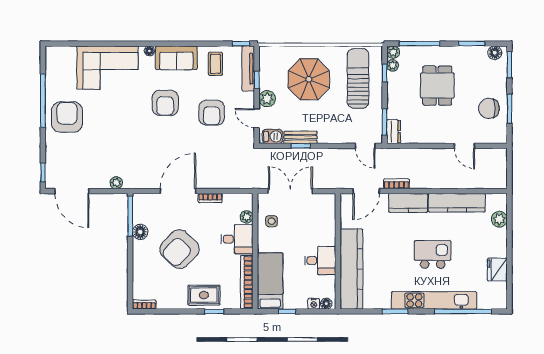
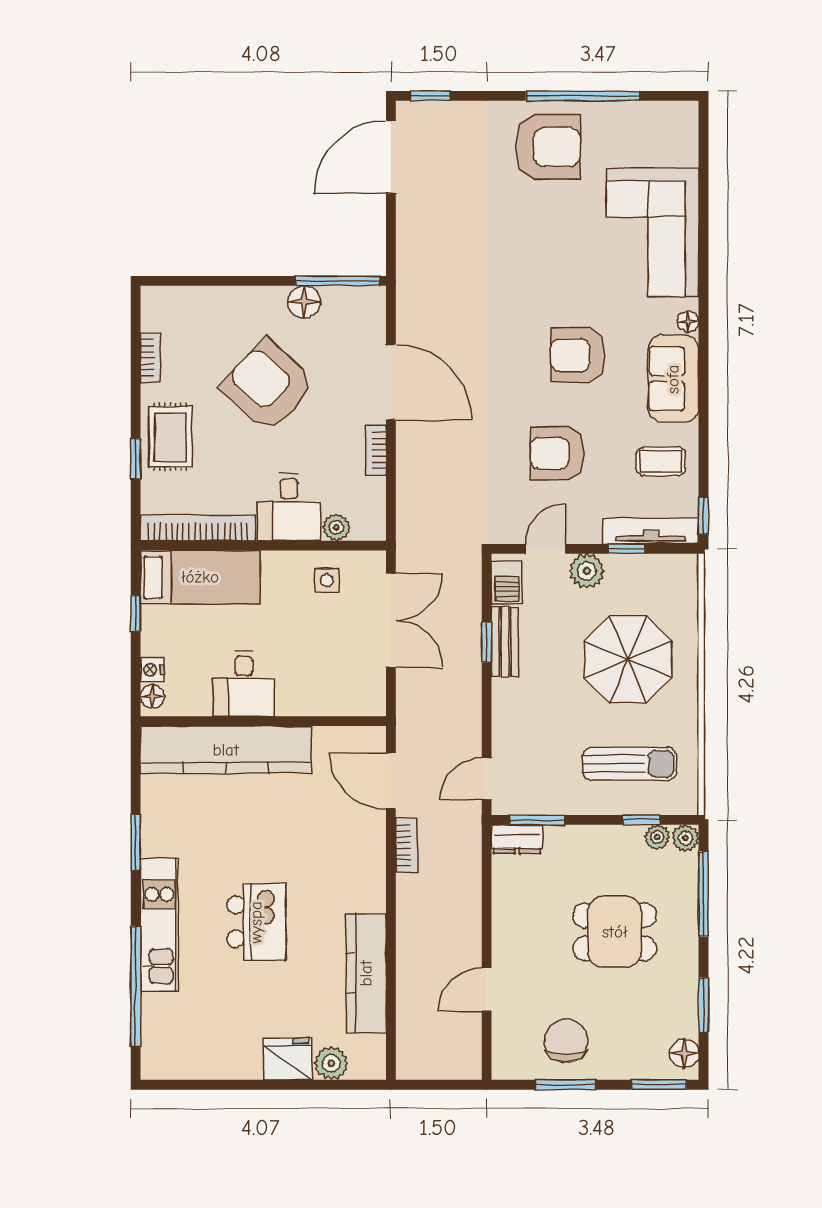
sun lounger: (358, 78) -> (630, 764), width x0.73, depth x0.75
plant: (116, 183) -> (409, 251), removed
kitchen counter: (408, 203) -> (366, 870), removed
fridge: (497, 270) -> (288, 1059), moved
kitchen unit: (434, 300) -> (159, 925), width x0.73
bookcase: (144, 305) -> (150, 358), moved

